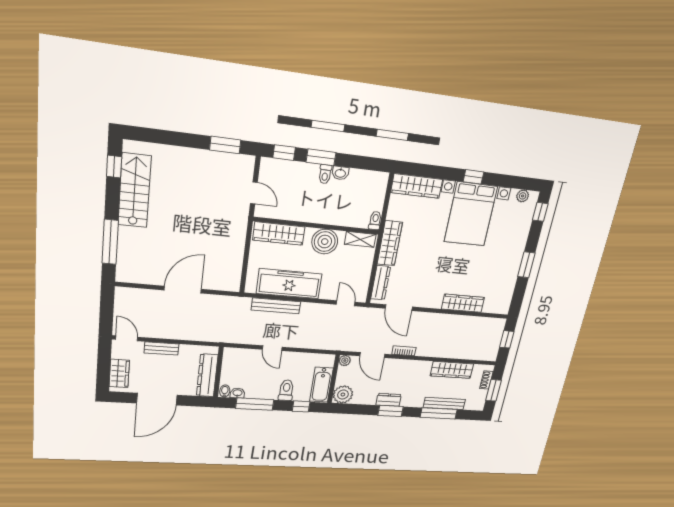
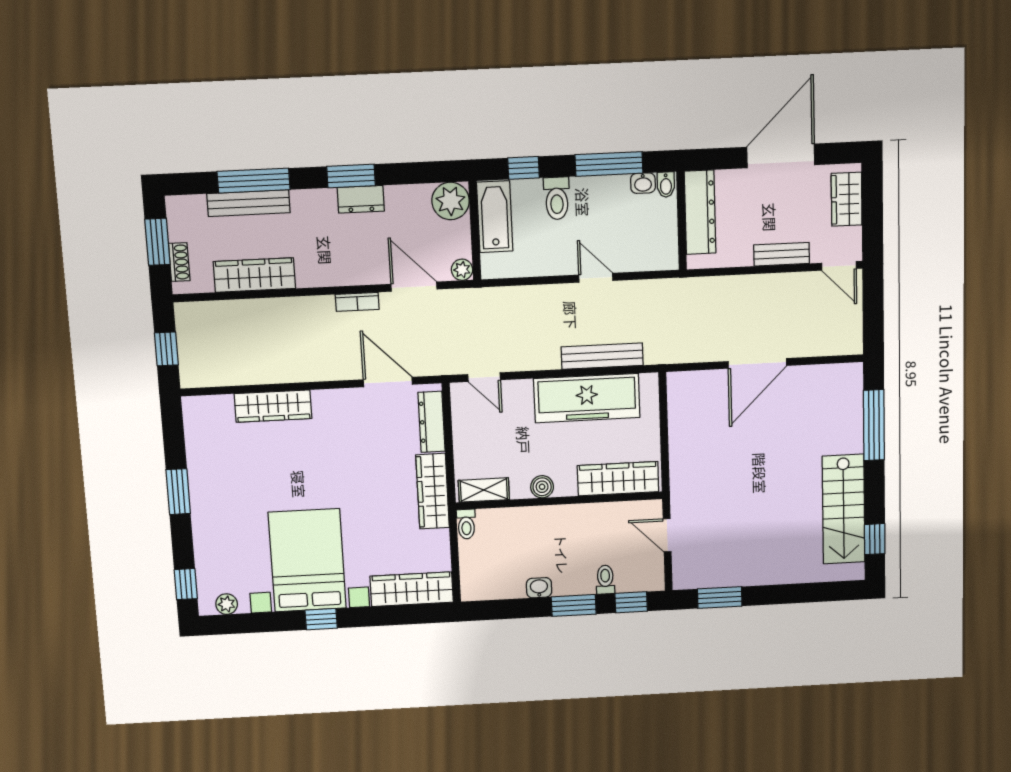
toilet: (325, 174) -> (605, 580), moved
boiler: (325, 242) -> (542, 487), width x0.54, depth x0.54

